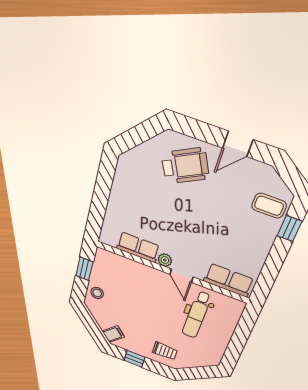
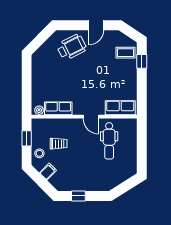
plant: (165, 260) -> (39, 110), moved
filing cabinet: (113, 334) -> (48, 172), moved
trolley: (165, 351) -> (59, 144), moved

